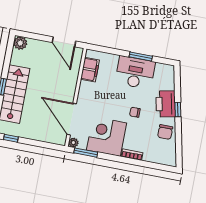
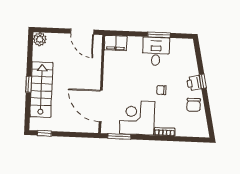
filing cabinet: (90, 70) -> (116, 43), moved, turned 90
desk: (135, 73) -> (156, 51), width x0.73
printer: (166, 104) -> (194, 83), width x0.53, depth x0.68
plant: (73, 143) -> (106, 128), removed

